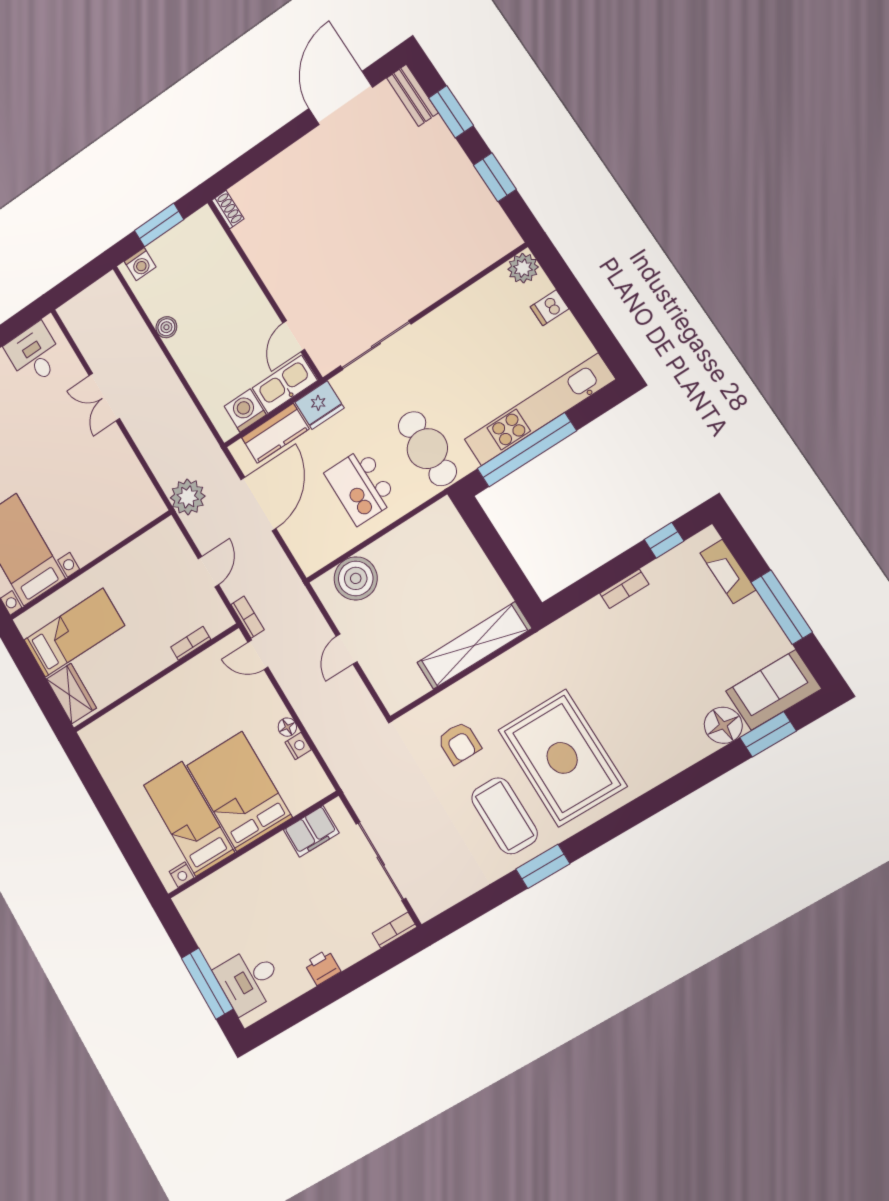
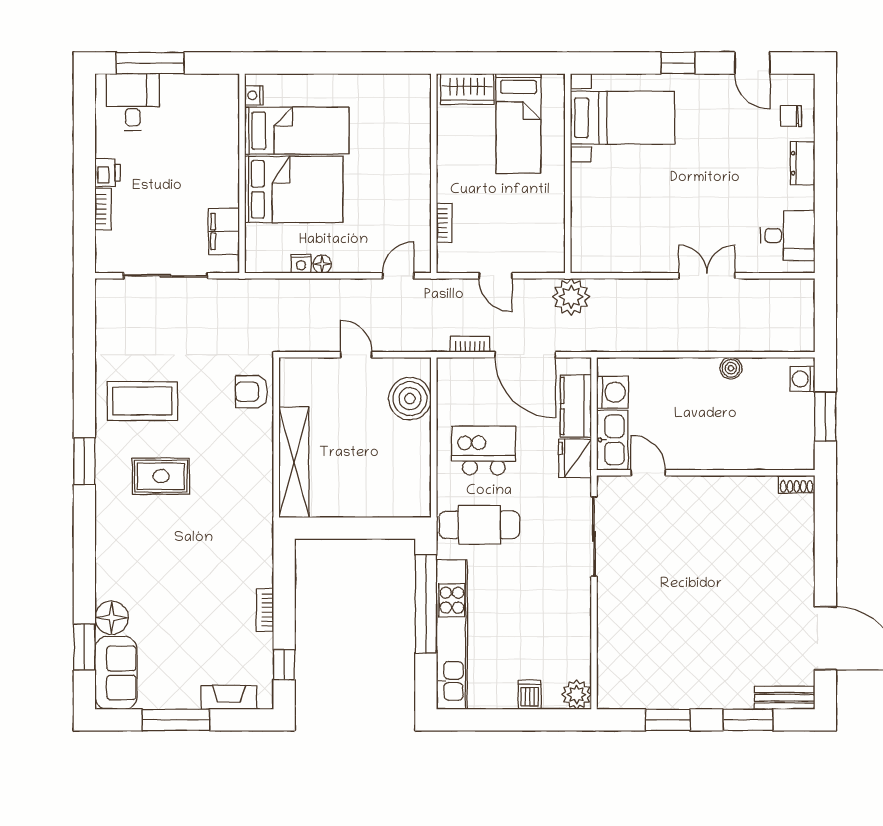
bookcase: (248, 617) -> (470, 344), moved, turned 180
armchair: (459, 743) -> (252, 392), moved
rug: (562, 758) -> (161, 476), width x0.54, depth x0.49
window: (543, 866) -> (84, 461), moved
bookcase: (394, 930) -> (103, 209), moved

